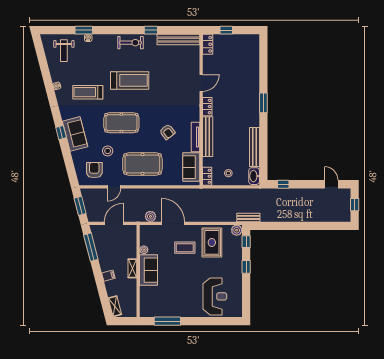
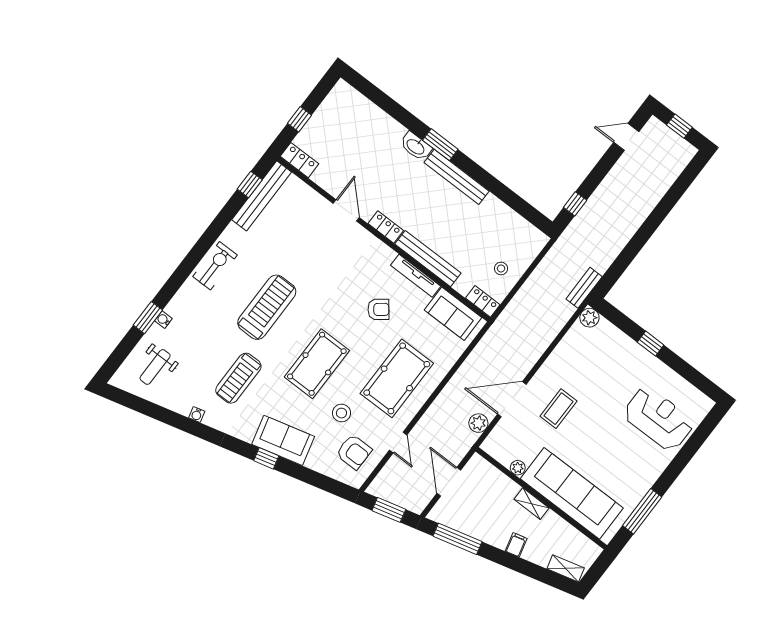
window: (151, 30) -> (250, 184), moved
weight bench: (64, 51) -> (155, 367), turned 90
bench: (254, 147) -> (457, 177), moved
armchair: (94, 170) -> (354, 452), turned 180
washbasin: (254, 176) -> (416, 146), moved
rug: (212, 242) -> (580, 365), removed
window: (246, 242) -> (615, 317), removed
sofa: (149, 270) -> (572, 493), width x1.85, depth x1.27

